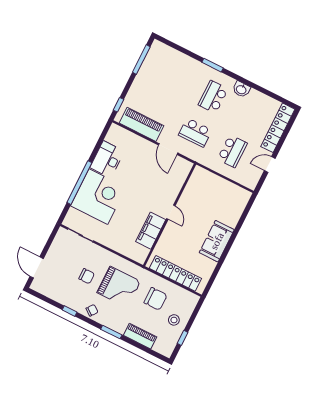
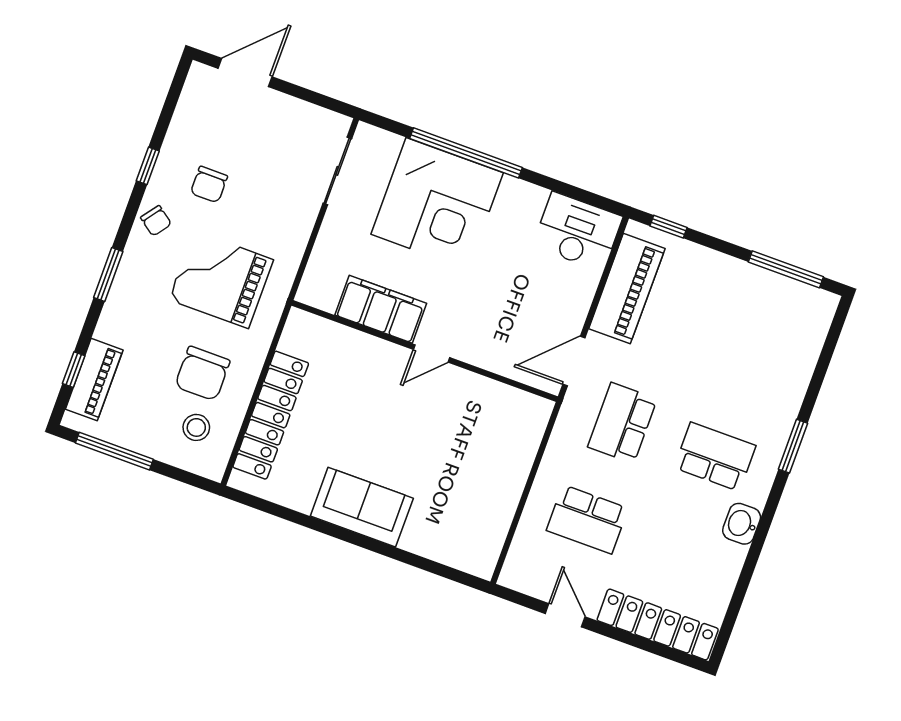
desk: (107, 159) -> (578, 231), moved
door: (171, 212) -> (431, 353), moved
wall: (170, 215) -> (425, 351), moved
filing cabinet: (151, 231) -> (381, 309), moved
chair: (87, 276) -> (209, 184), moved
grand piano: (119, 287) -> (221, 280), turned 90
stool: (174, 320) -> (196, 427), moved
piano: (140, 336) -> (94, 380), moved
window: (183, 338) -> (114, 451), width x2.17
window: (148, 350) -> (74, 370), added

